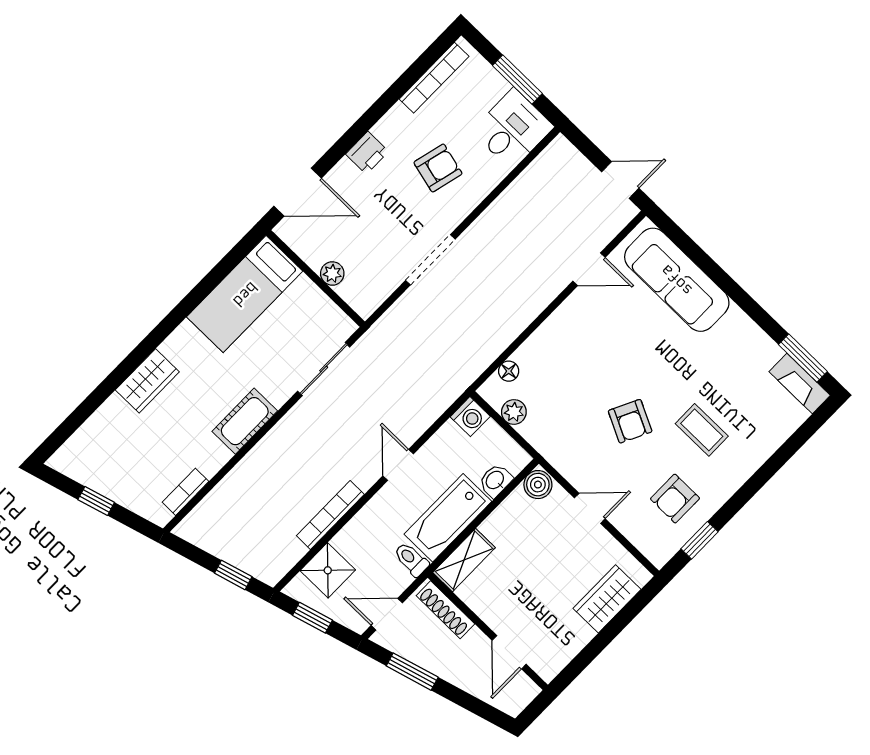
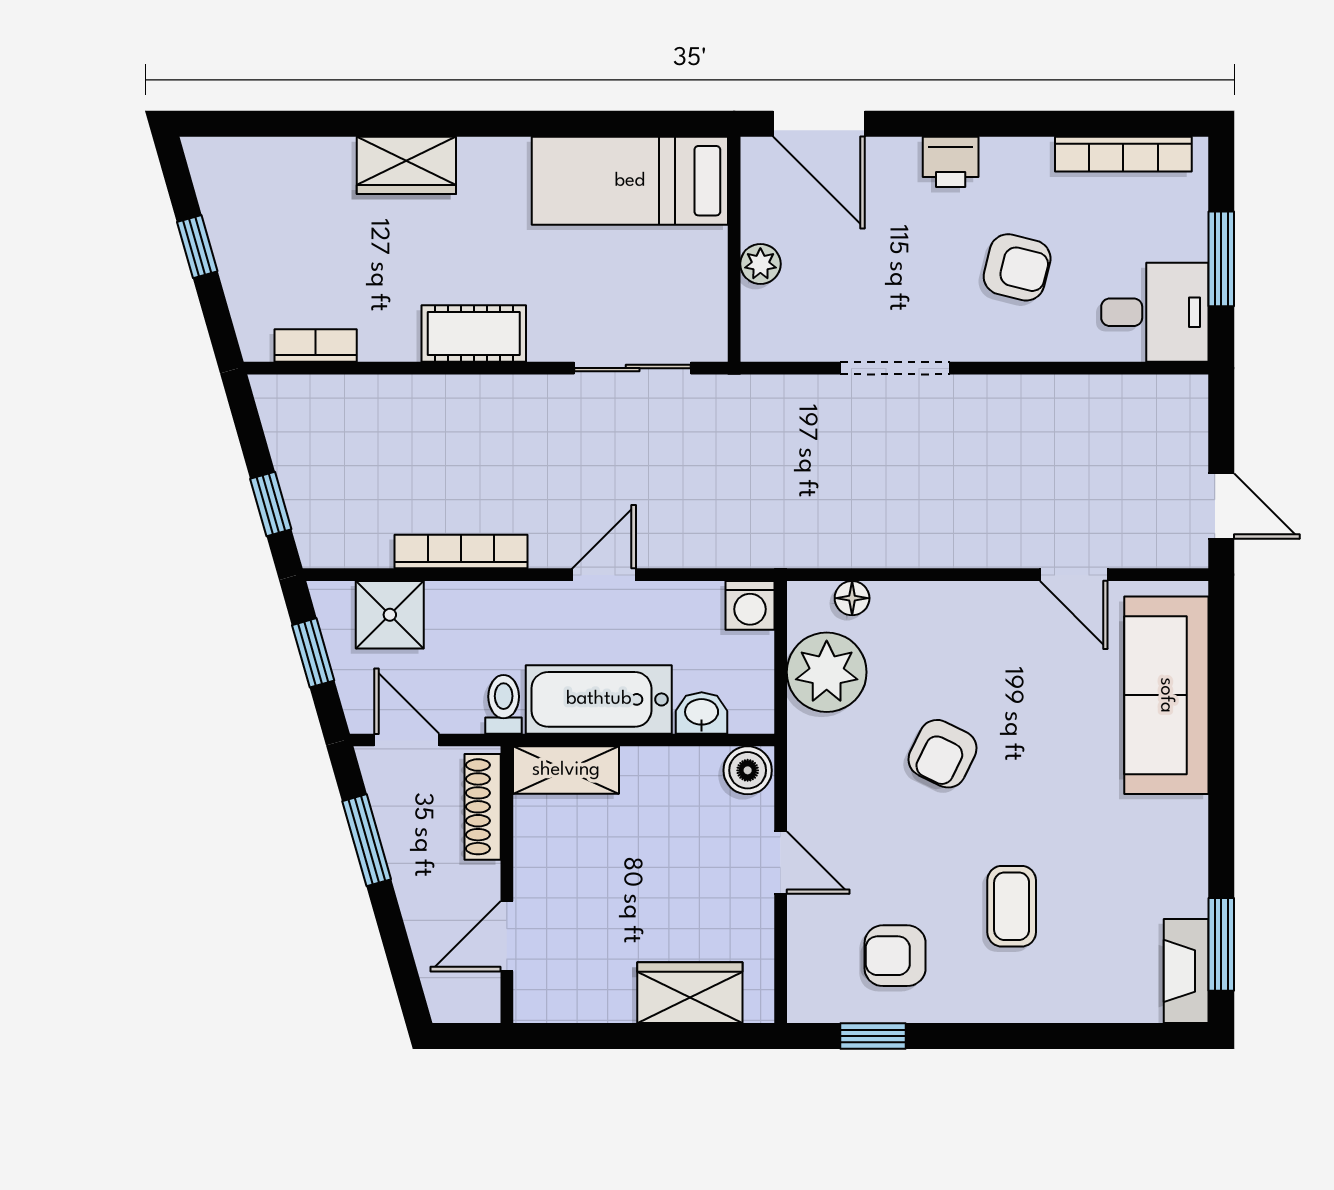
plant: (514, 412) -> (827, 672), width x1.87, depth x1.87
armchair: (630, 421) -> (943, 754), moved

